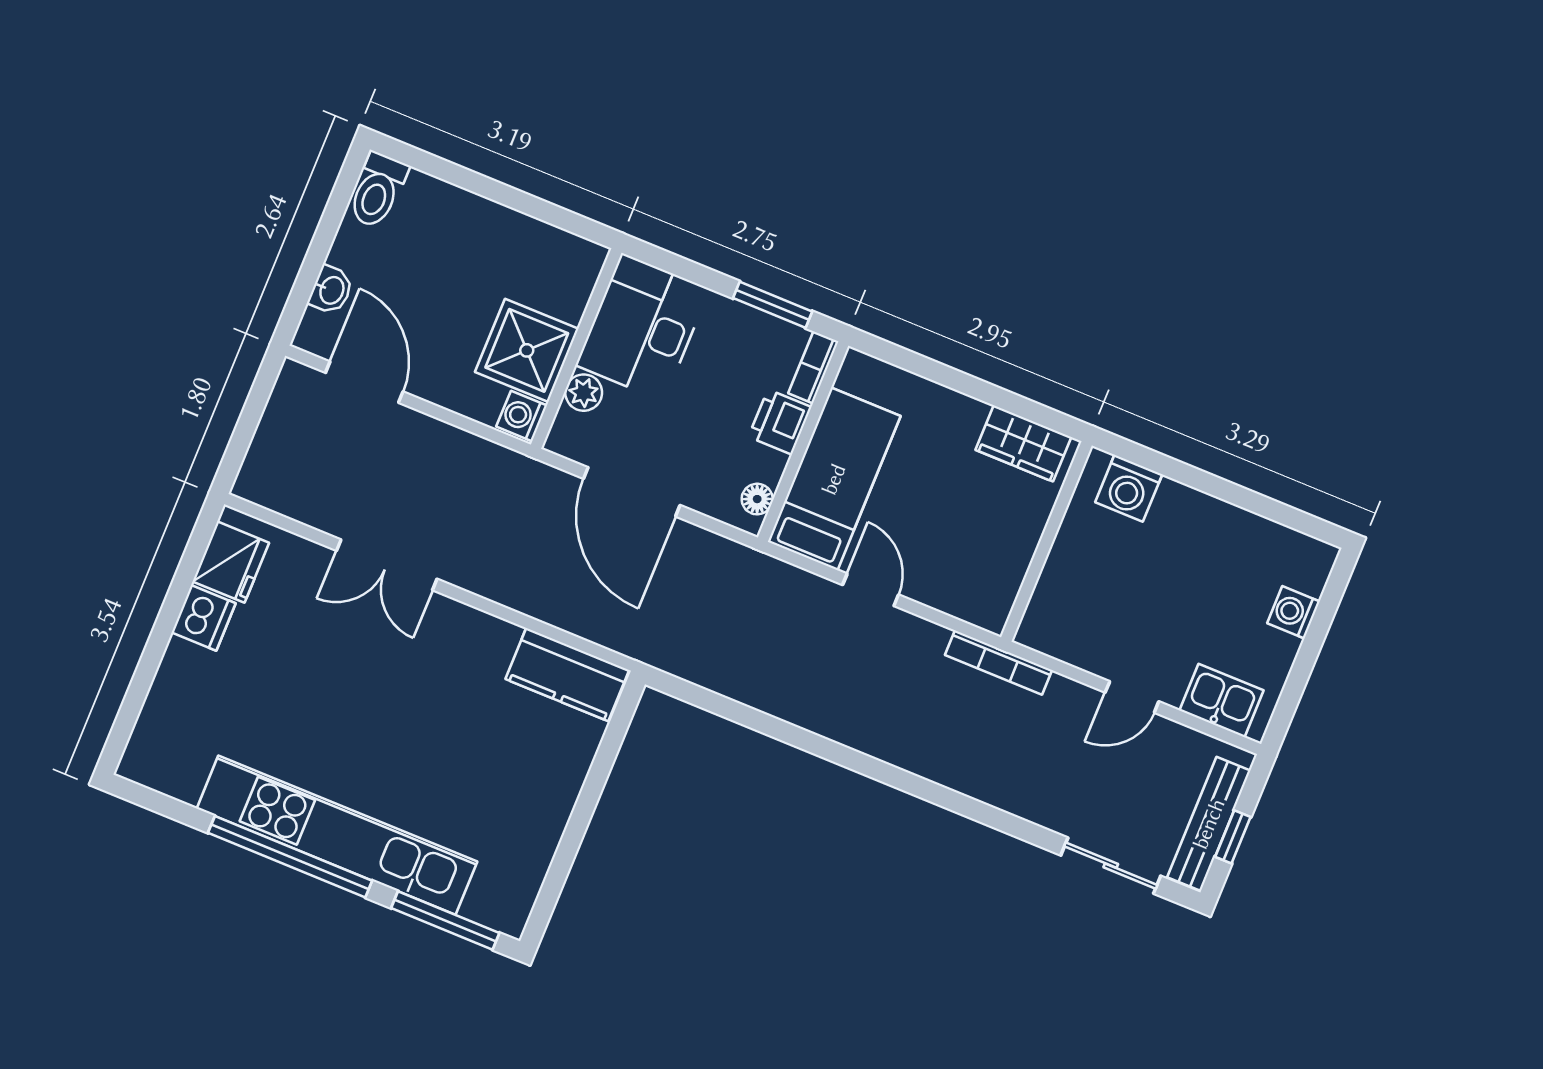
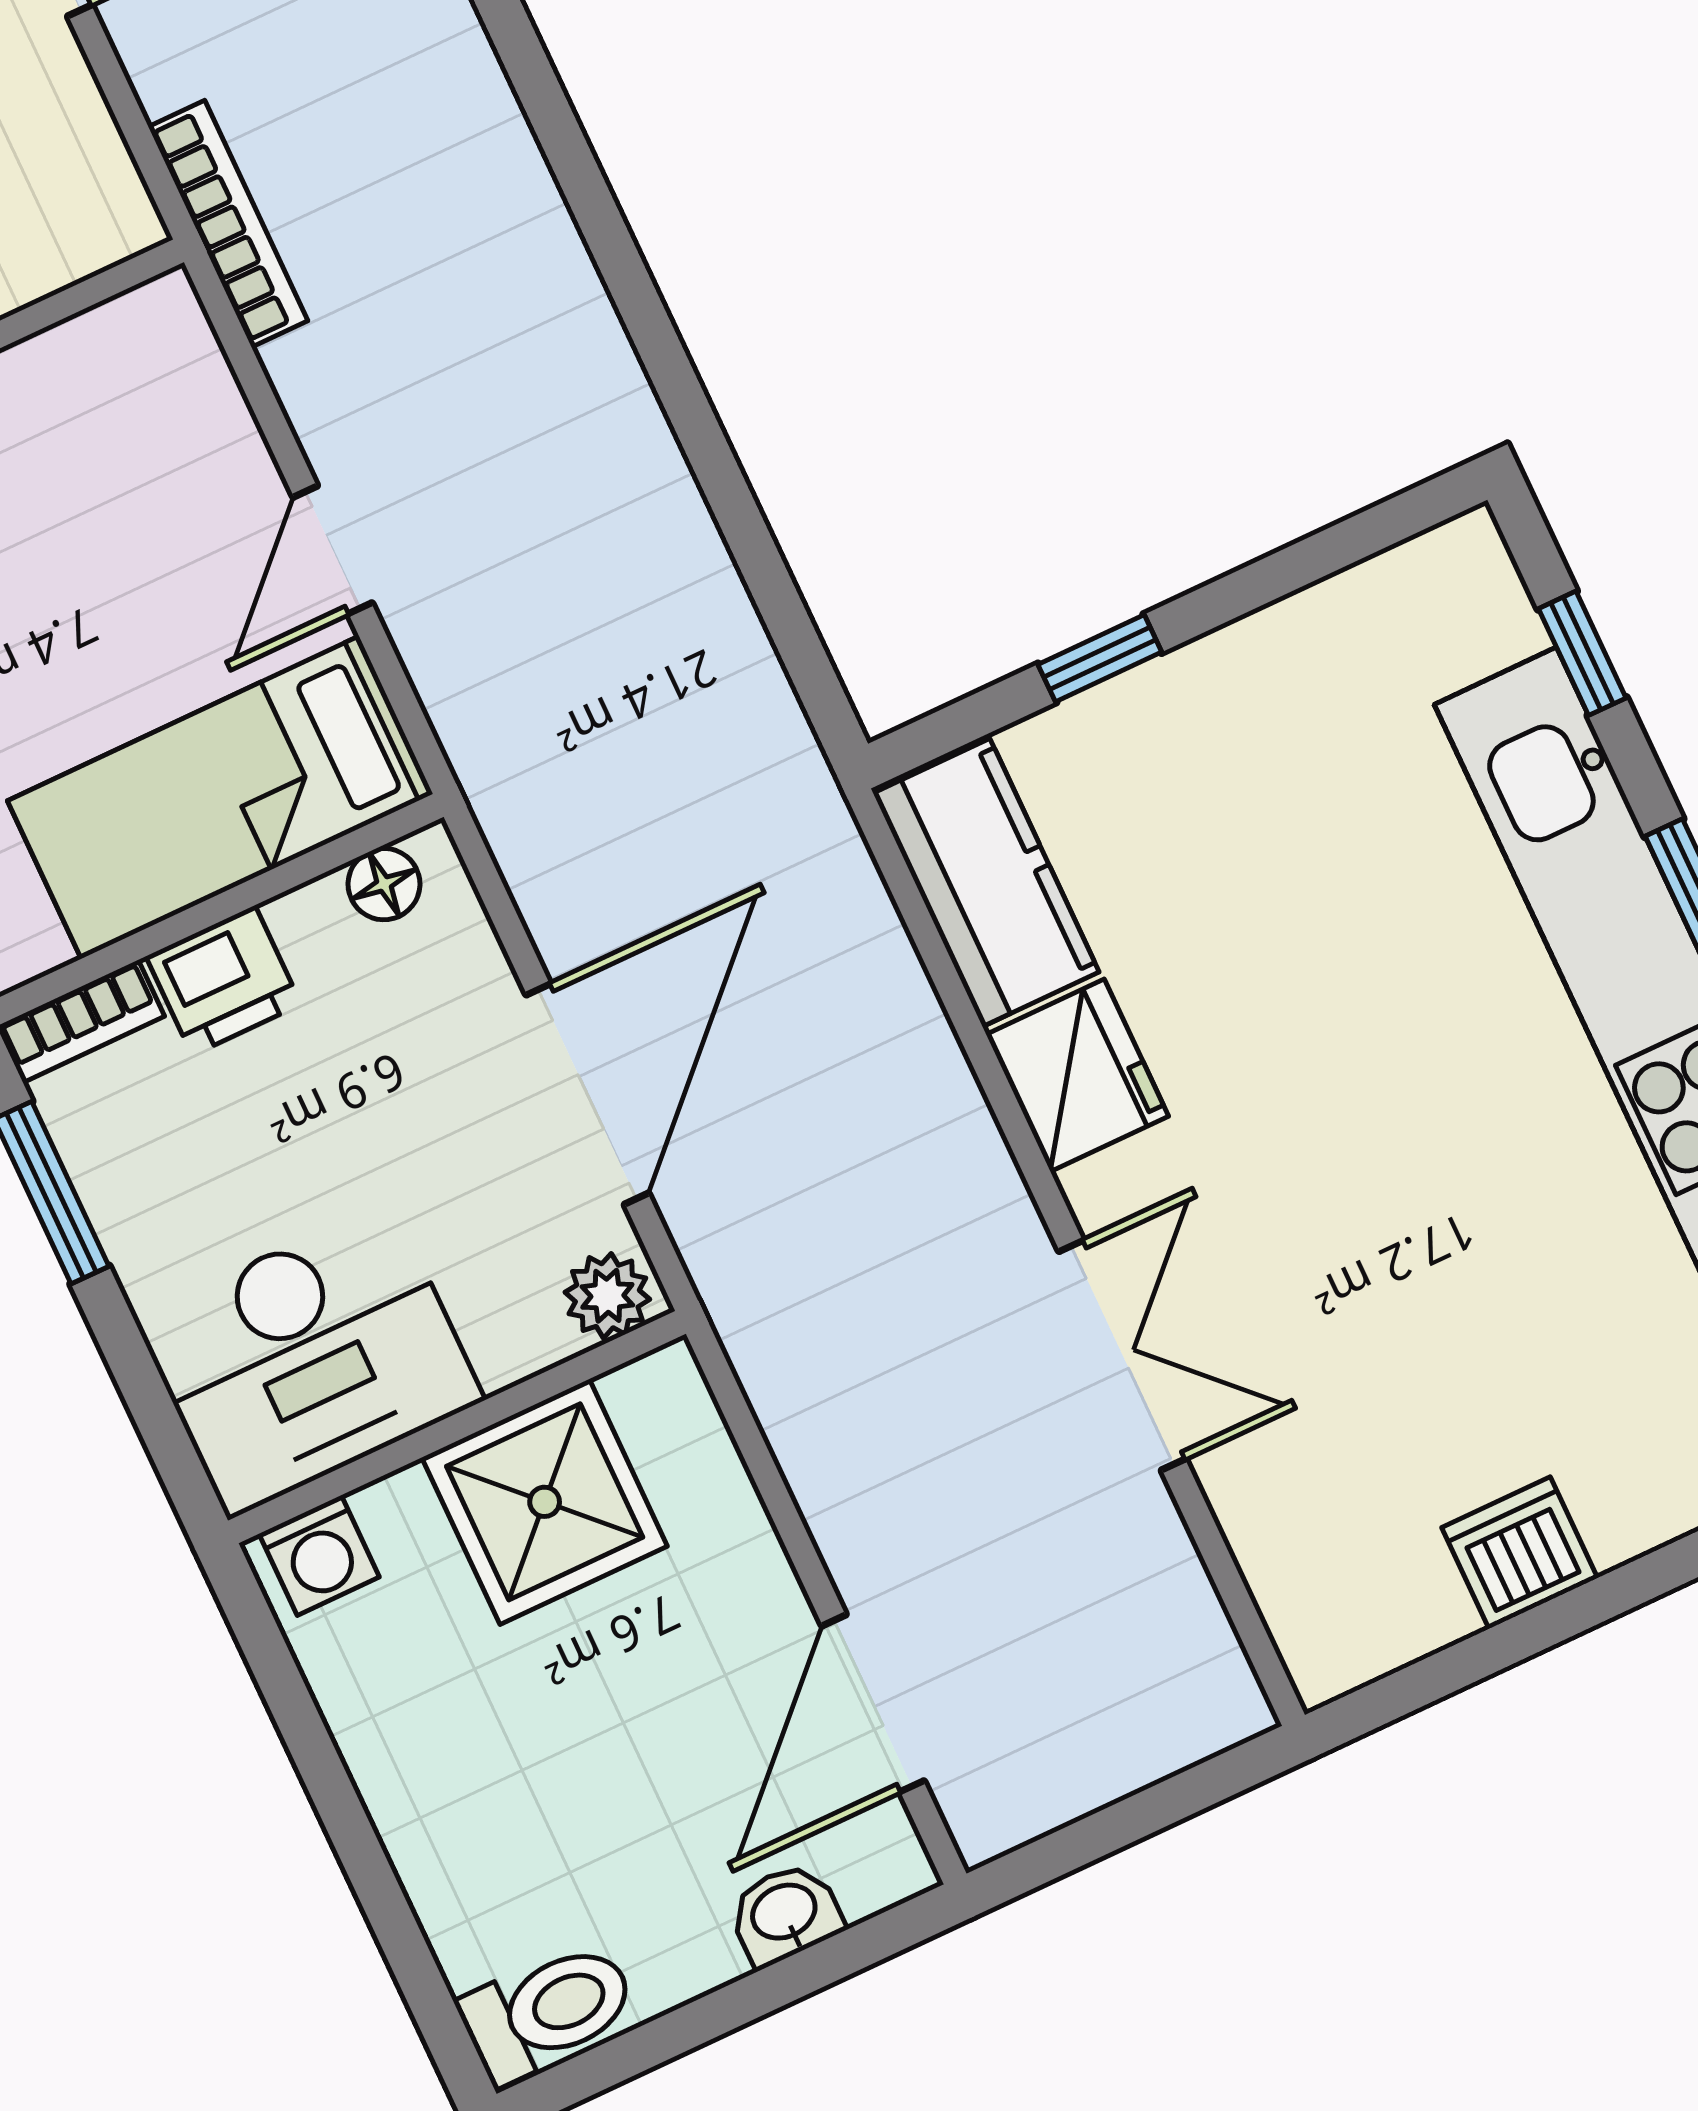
plant: (584, 393) -> (607, 1296), moved
washing machine: (522, 416) -> (319, 1555), moved
fridge: (231, 562) -> (1077, 1075), moved, turned 90
window: (596, 779) -> (1100, 658), added
window: (445, 920) -> (1582, 653), width x0.46

